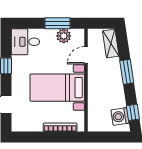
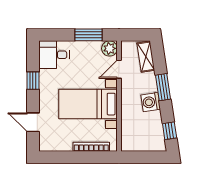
plant: (64, 36) -> (109, 48), moved
washing machine: (120, 116) -> (151, 102), moved

